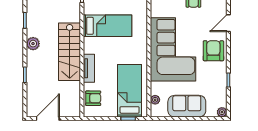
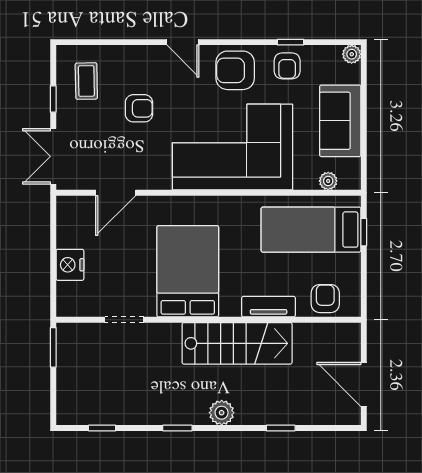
bed: (108, 26) -> (188, 271), width x1.50
armchair: (216, 78) -> (287, 66), added

